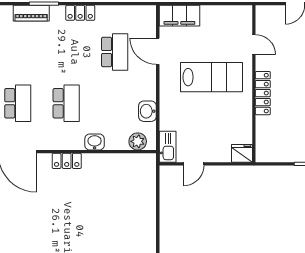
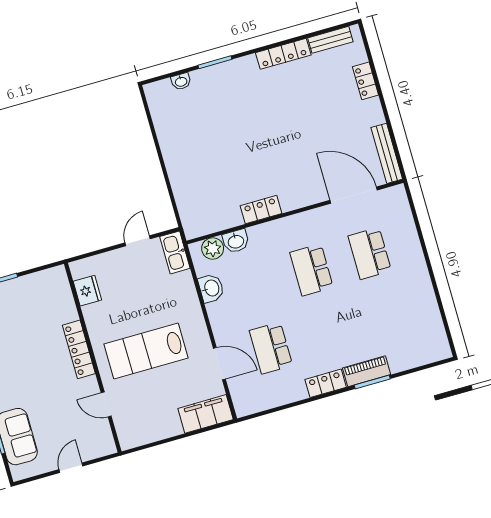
piano: (31, 13) -> (367, 371), moved
washbasin: (95, 142) -> (236, 241), moved
fridge: (242, 153) -> (87, 291), moved, turned -90
locker: (67, 161) -> (261, 210), moved

